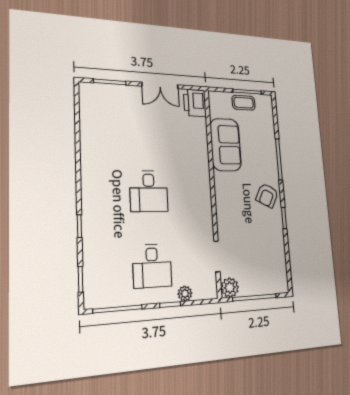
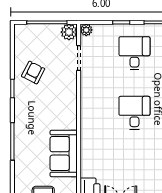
armchair: (267, 195) -> (33, 72), moved
plant: (185, 294) -> (86, 30), moved

